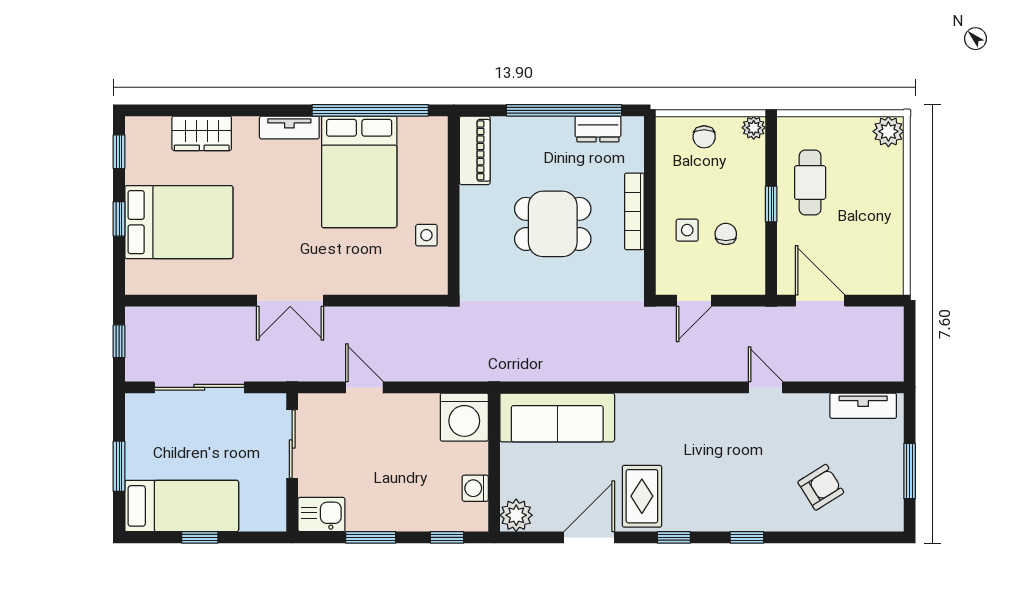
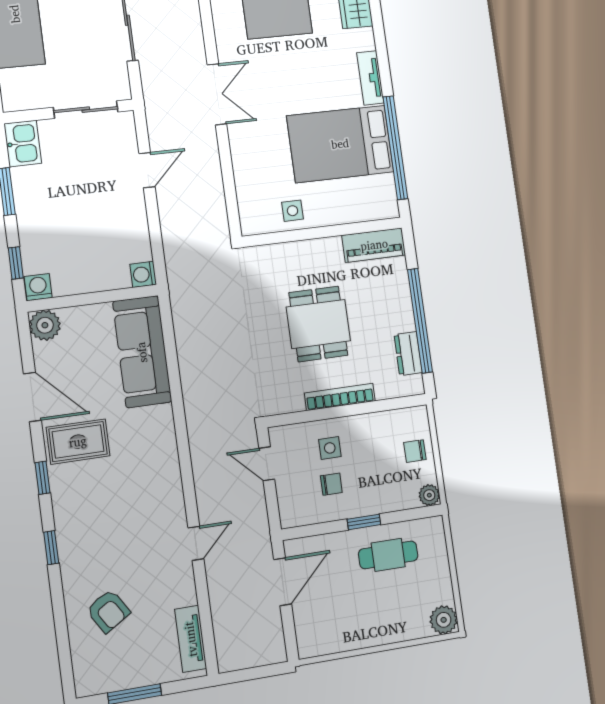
double door: (290, 301) -> (217, 94), swing flipped
washing machine: (464, 417) -> (143, 274), width x0.53, depth x0.53
washing machine: (475, 488) -> (38, 287), moved

